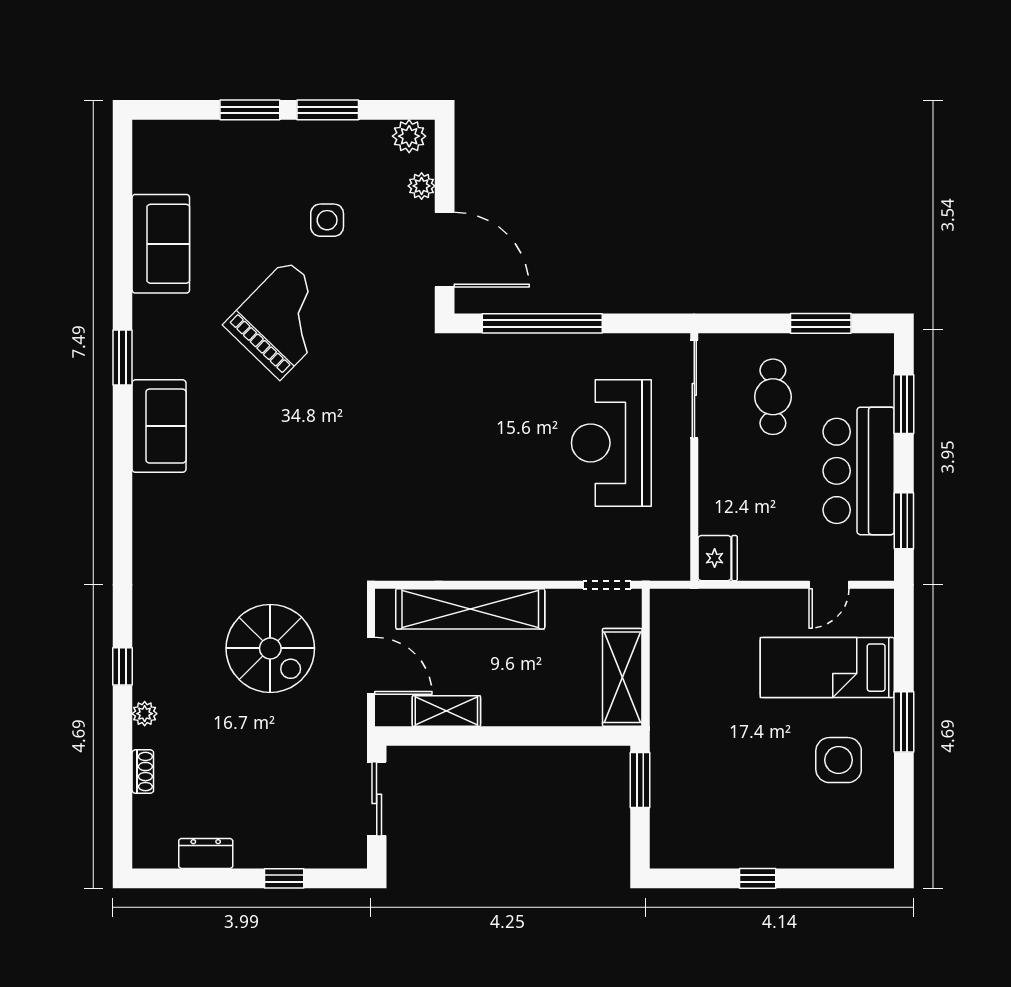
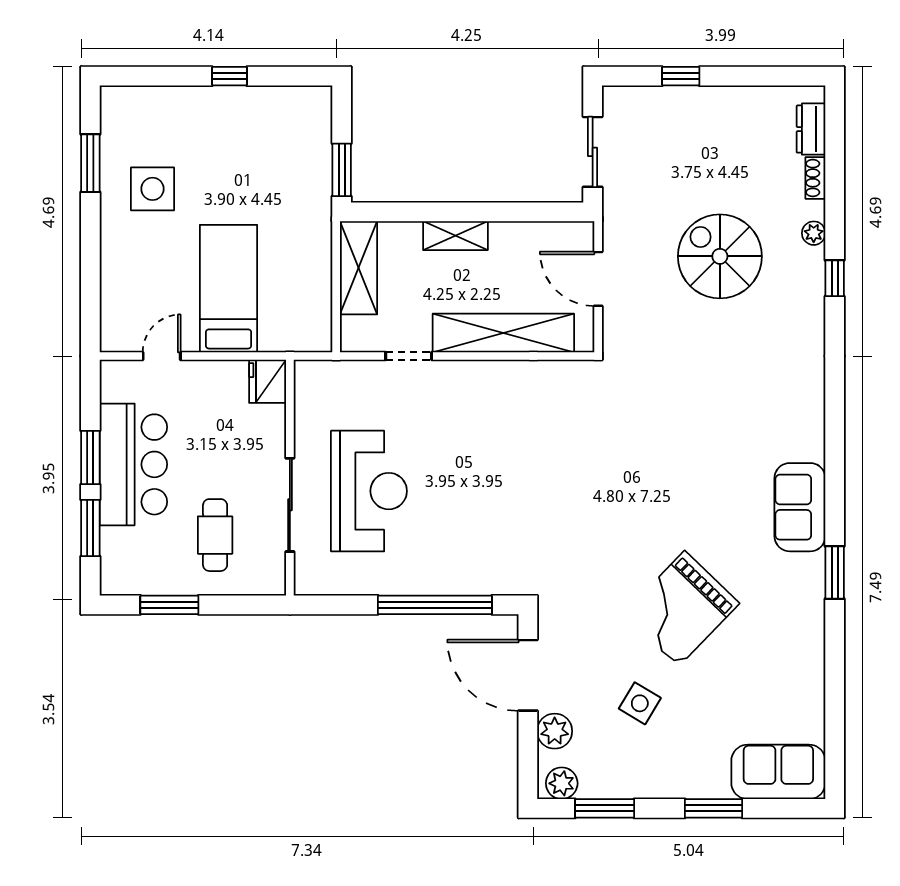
window: (328, 110) -> (605, 808), moved
plant: (422, 186) -> (555, 731), width x1.38, depth x1.38
side table: (327, 220) -> (640, 703), turned 31
sofa: (161, 244) -> (778, 772), moved, turned 90
sliding door: (694, 389) -> (290, 505), moved
window: (904, 521) -> (90, 457), moved
doorway: (607, 585) -> (409, 356), moved
spiral stairs: (270, 648) -> (720, 256), moved
bed: (827, 668) -> (229, 289), moved, turned -90
shelving: (446, 711) -> (455, 236), moved
window: (904, 722) -> (90, 163), moved
dresser: (206, 853) -> (811, 129), moved, turned 90

